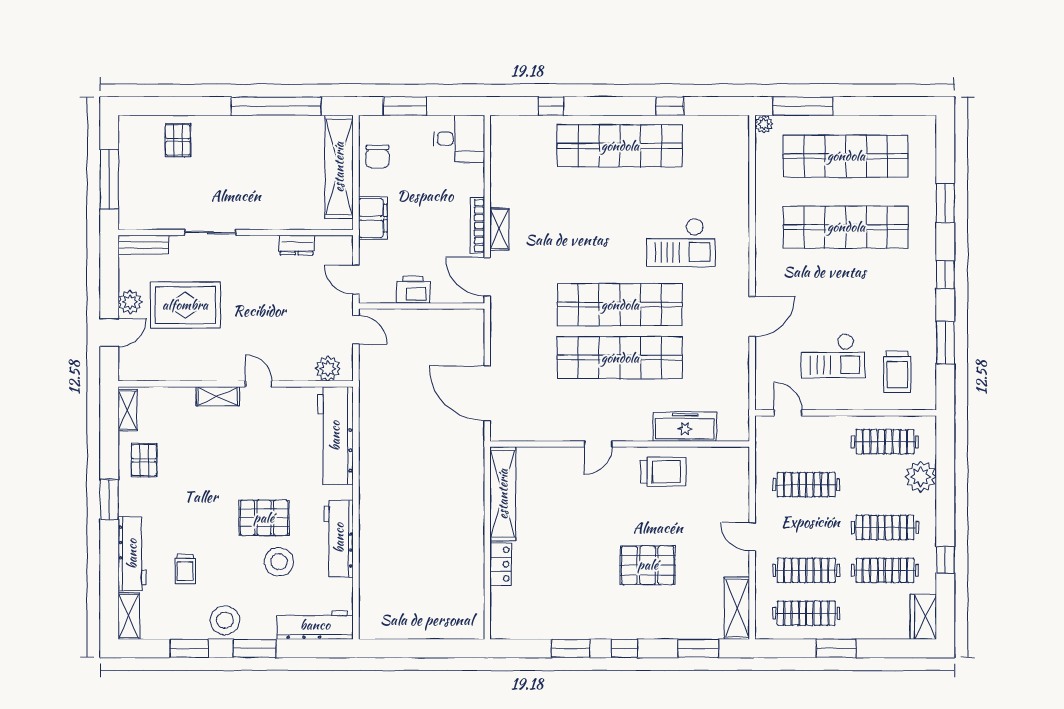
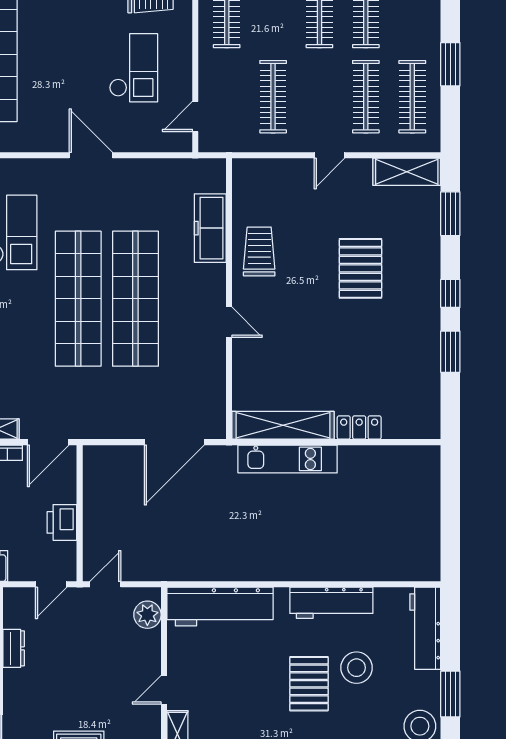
kitchen unit: (472, 498) -> (288, 459), added

